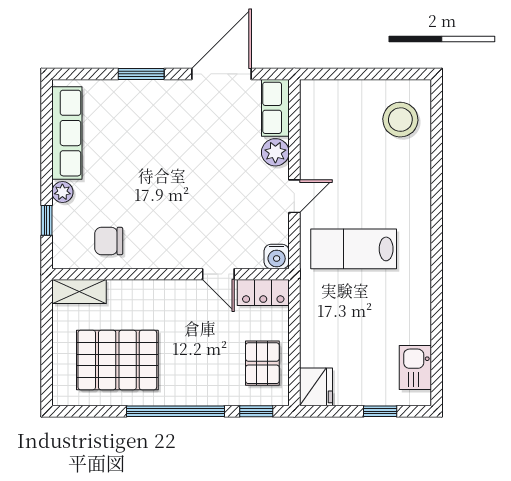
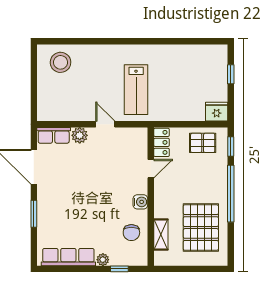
water cooler: (277, 257) -> (140, 202), moved
shelving: (79, 292) -> (161, 235), moved
kitchen sink: (415, 368) -> (205, 54), removed

